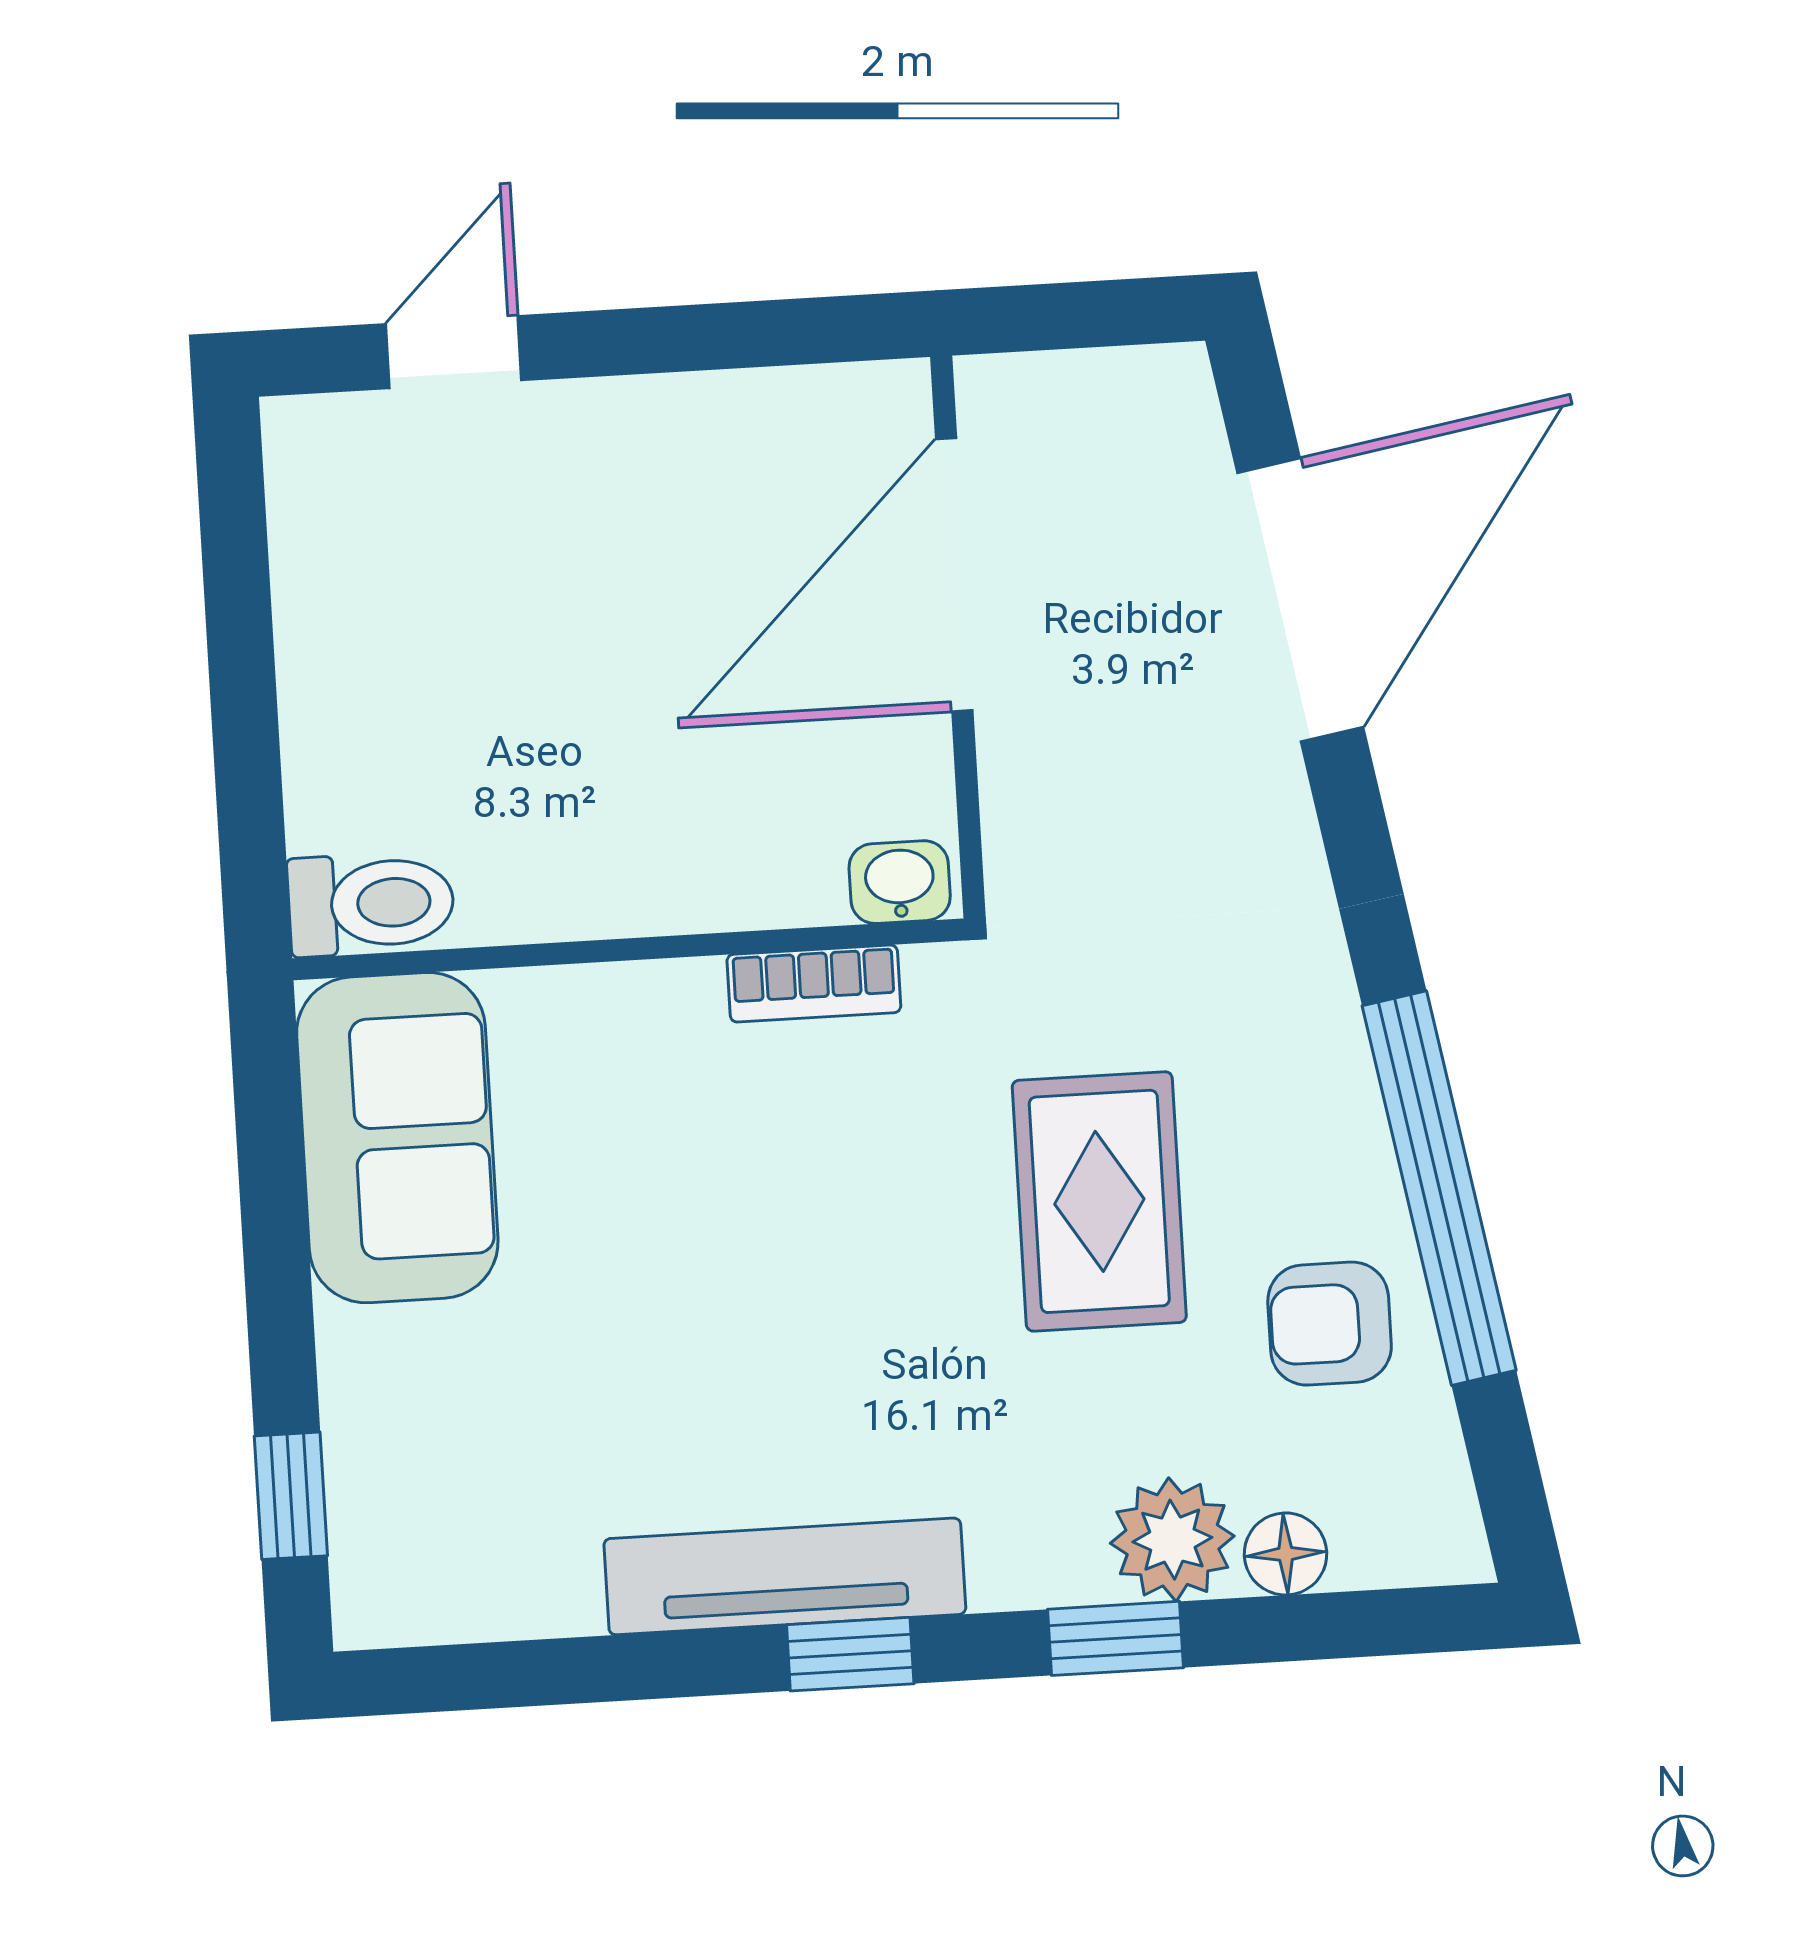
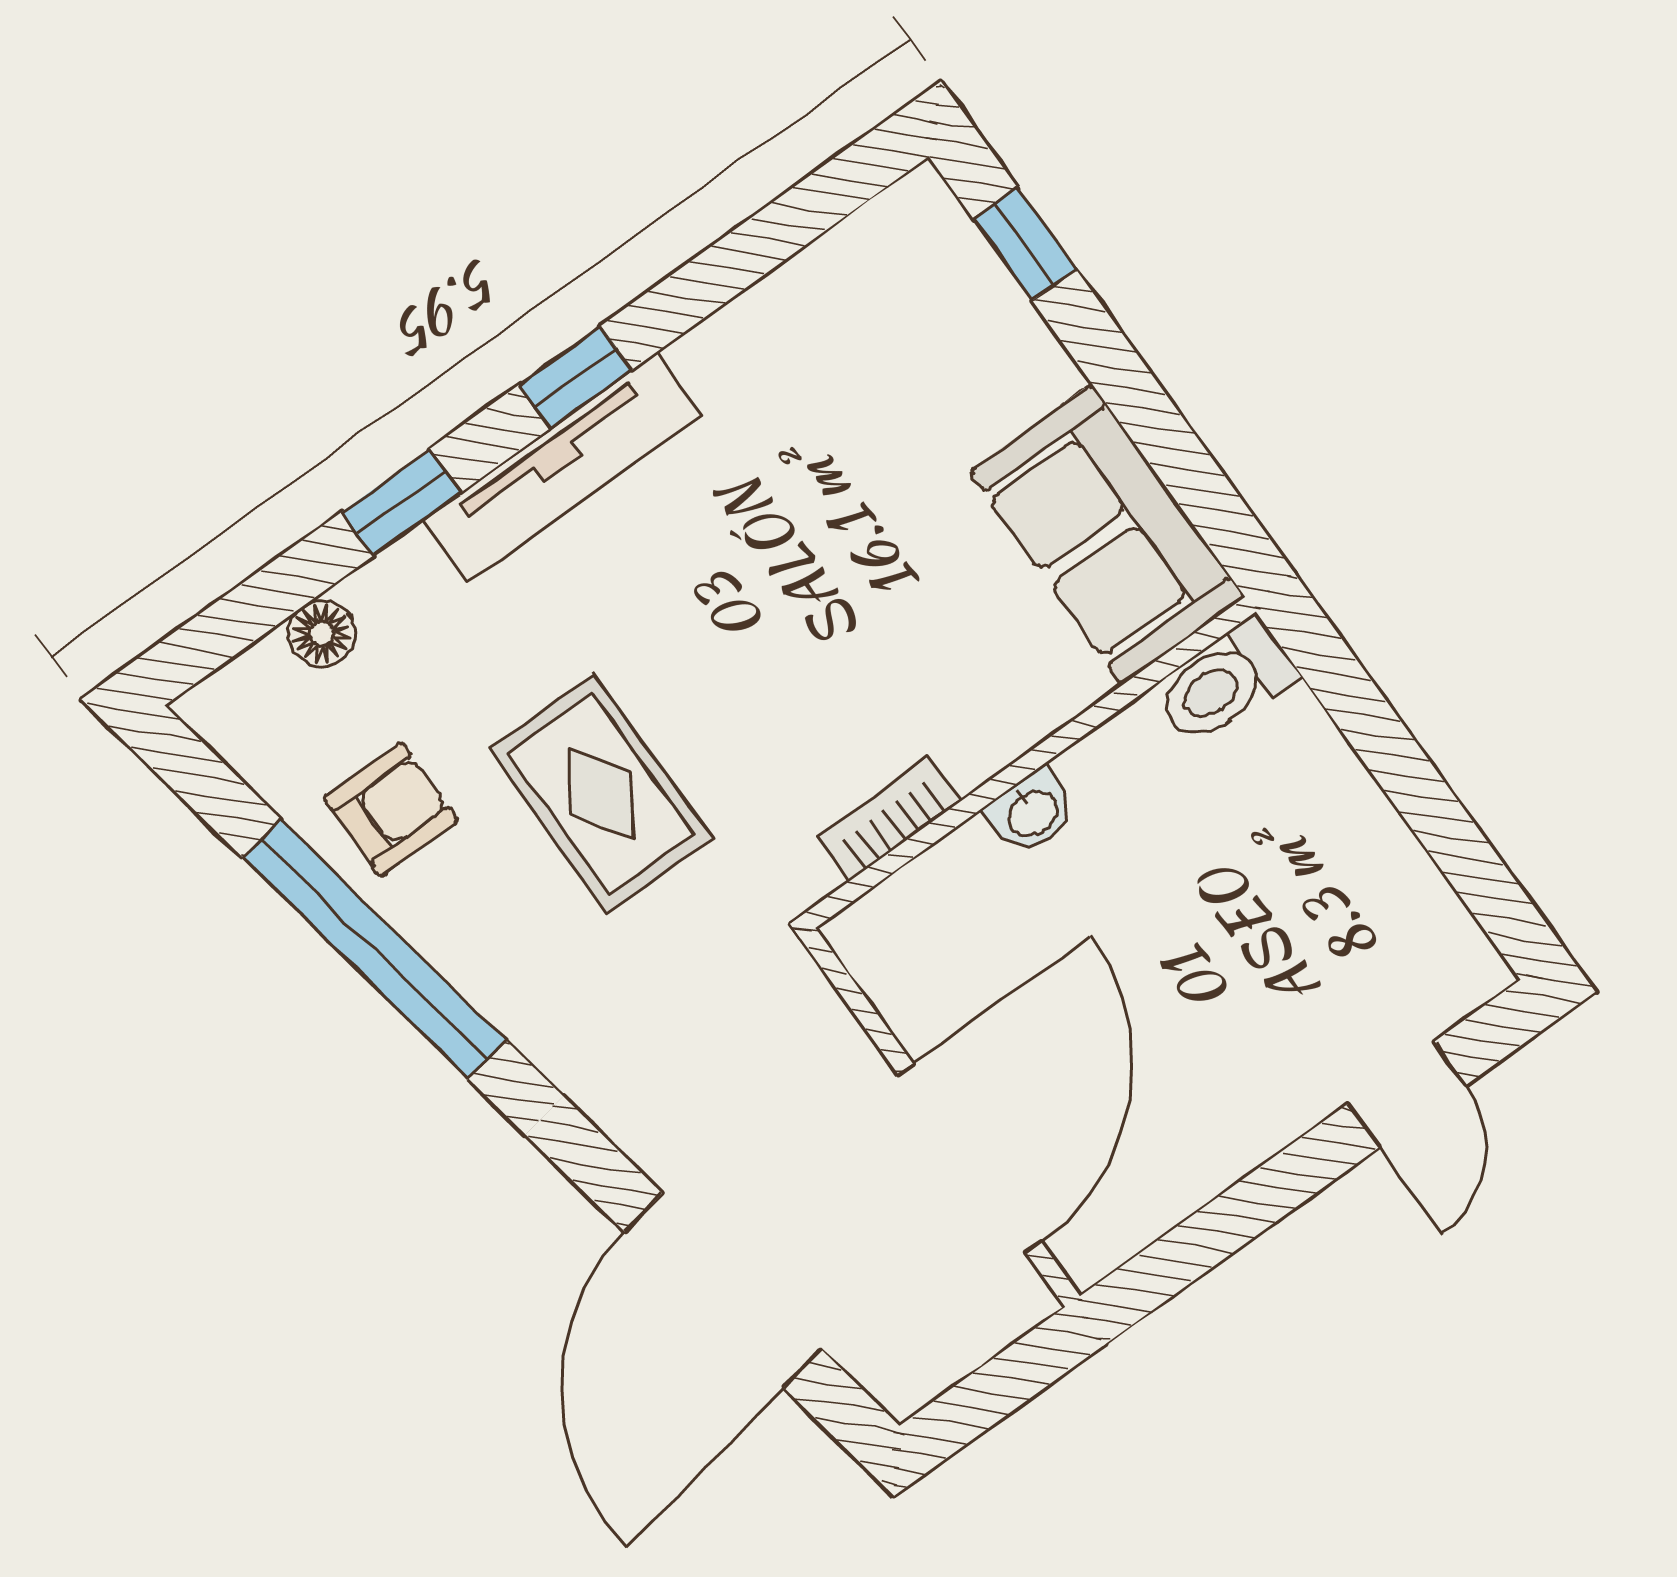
washbasin: (900, 882) -> (1032, 812), moved
plant: (1172, 1540) -> (405, 594), removed
tv unit: (785, 1576) -> (562, 468), moved

